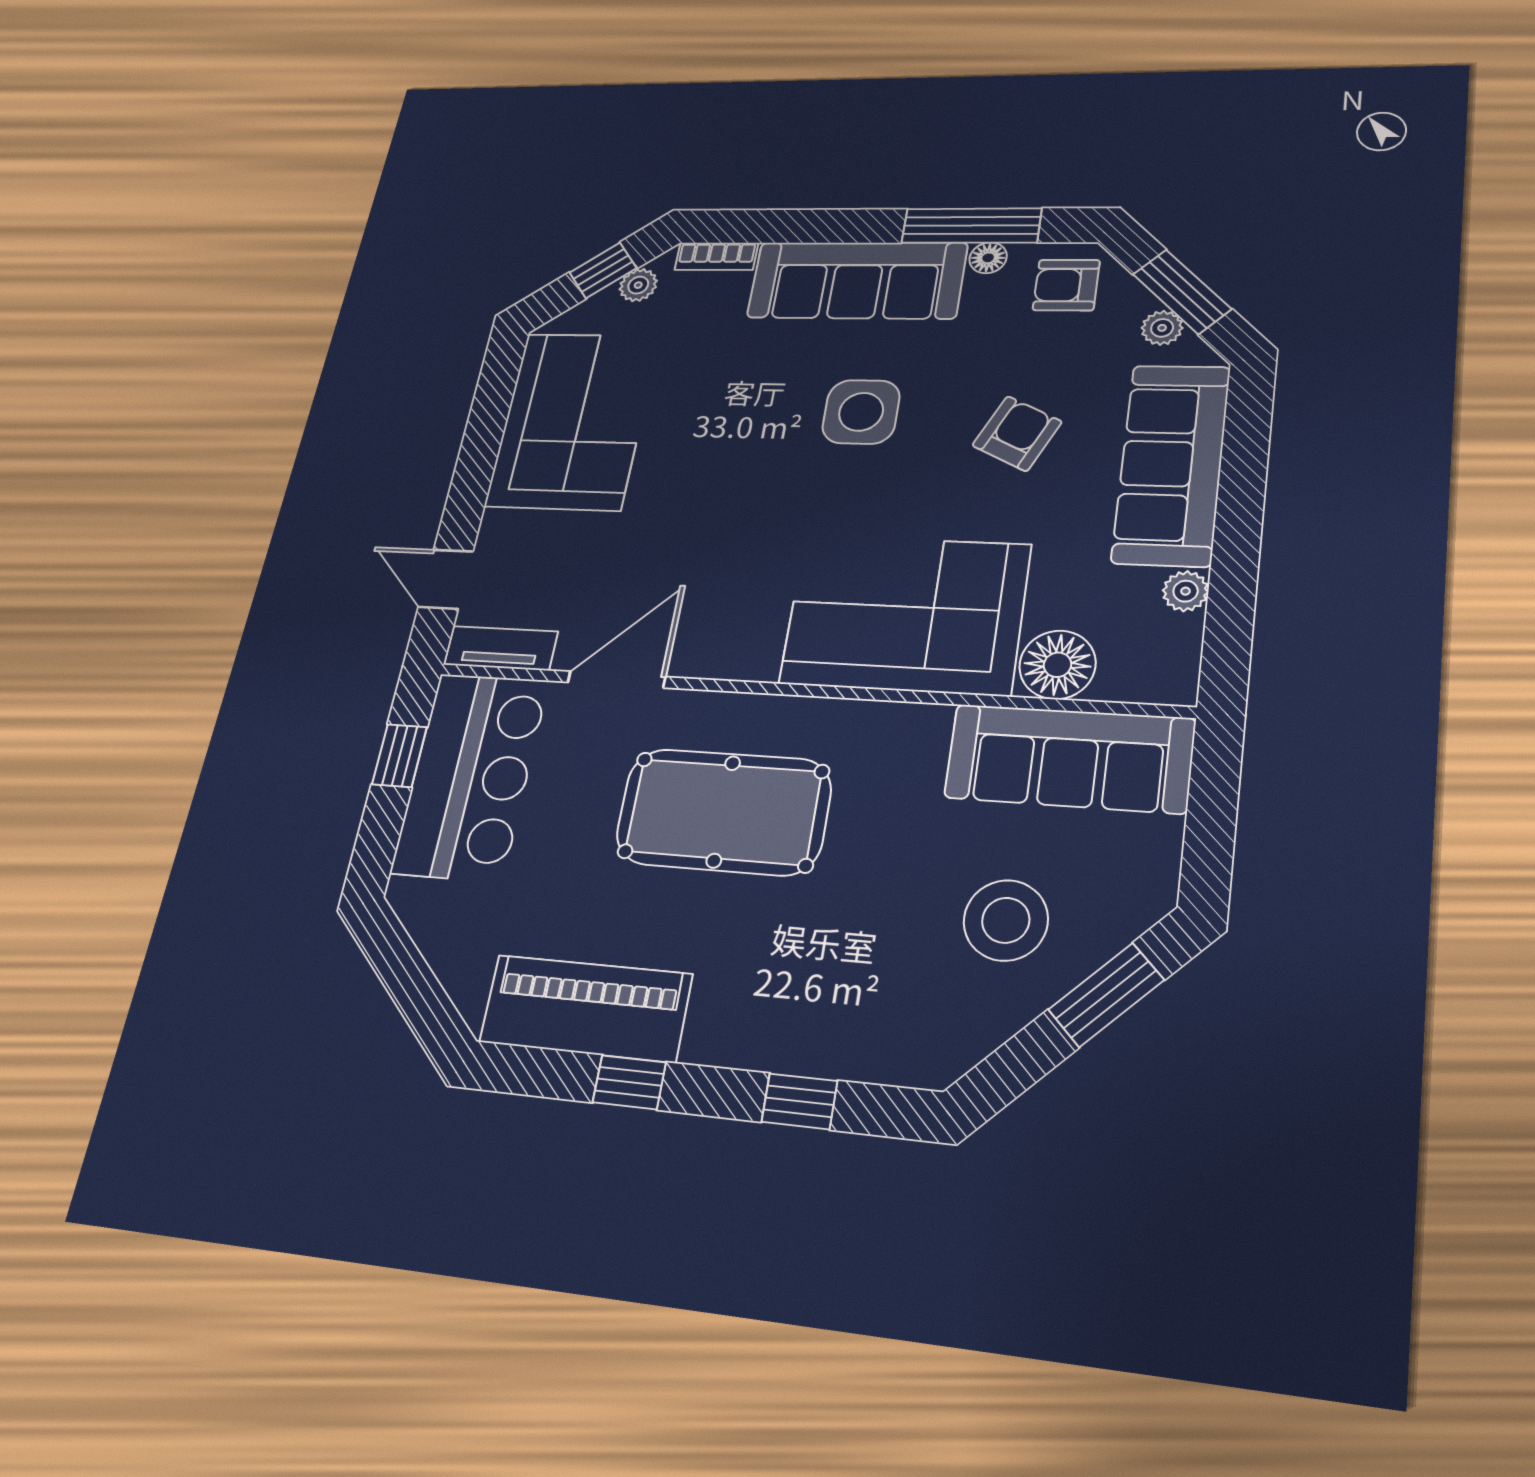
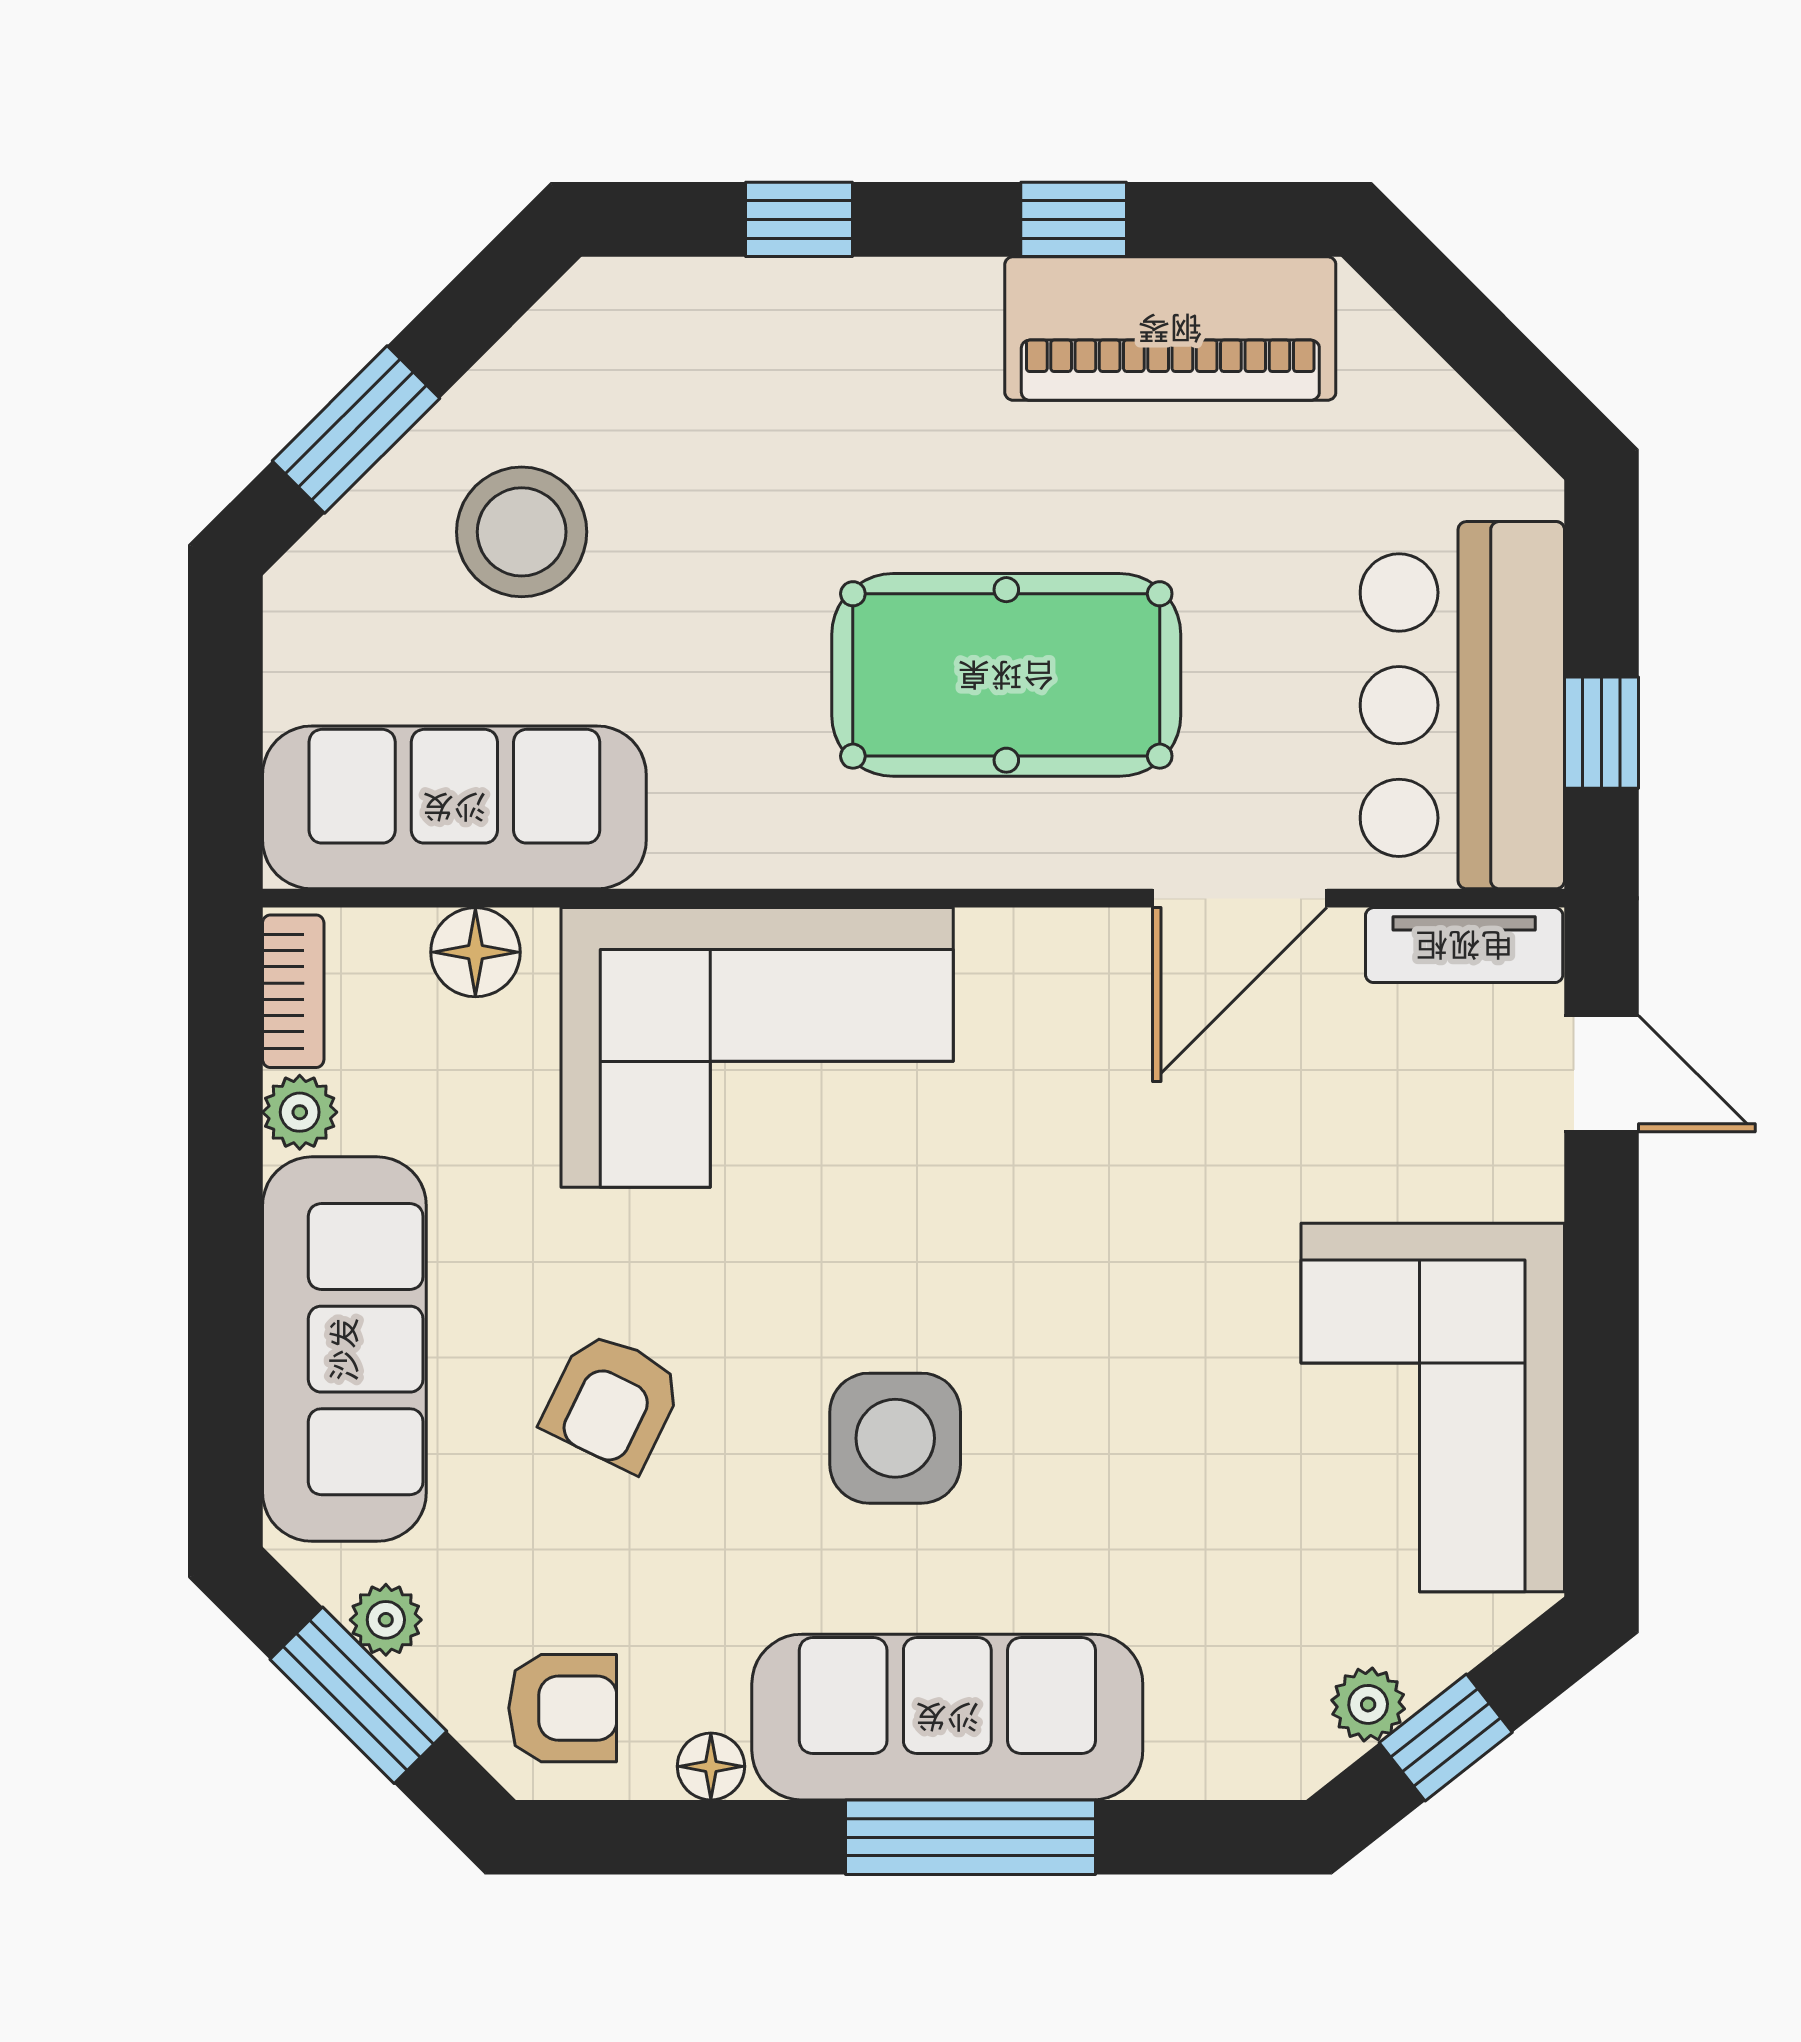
window: (971, 226) -> (970, 1837), moved
bookcase: (716, 256) -> (293, 991), moved, turned 90
floor lamp: (1057, 665) -> (475, 952), width x0.73, depth x0.73

